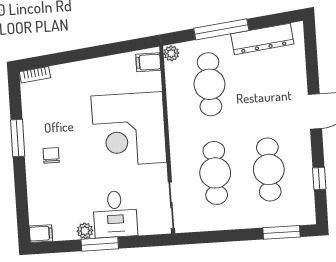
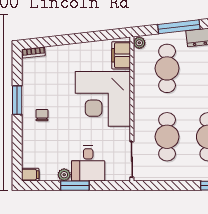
filing cabinet: (148, 62) -> (121, 55), width x2.00

